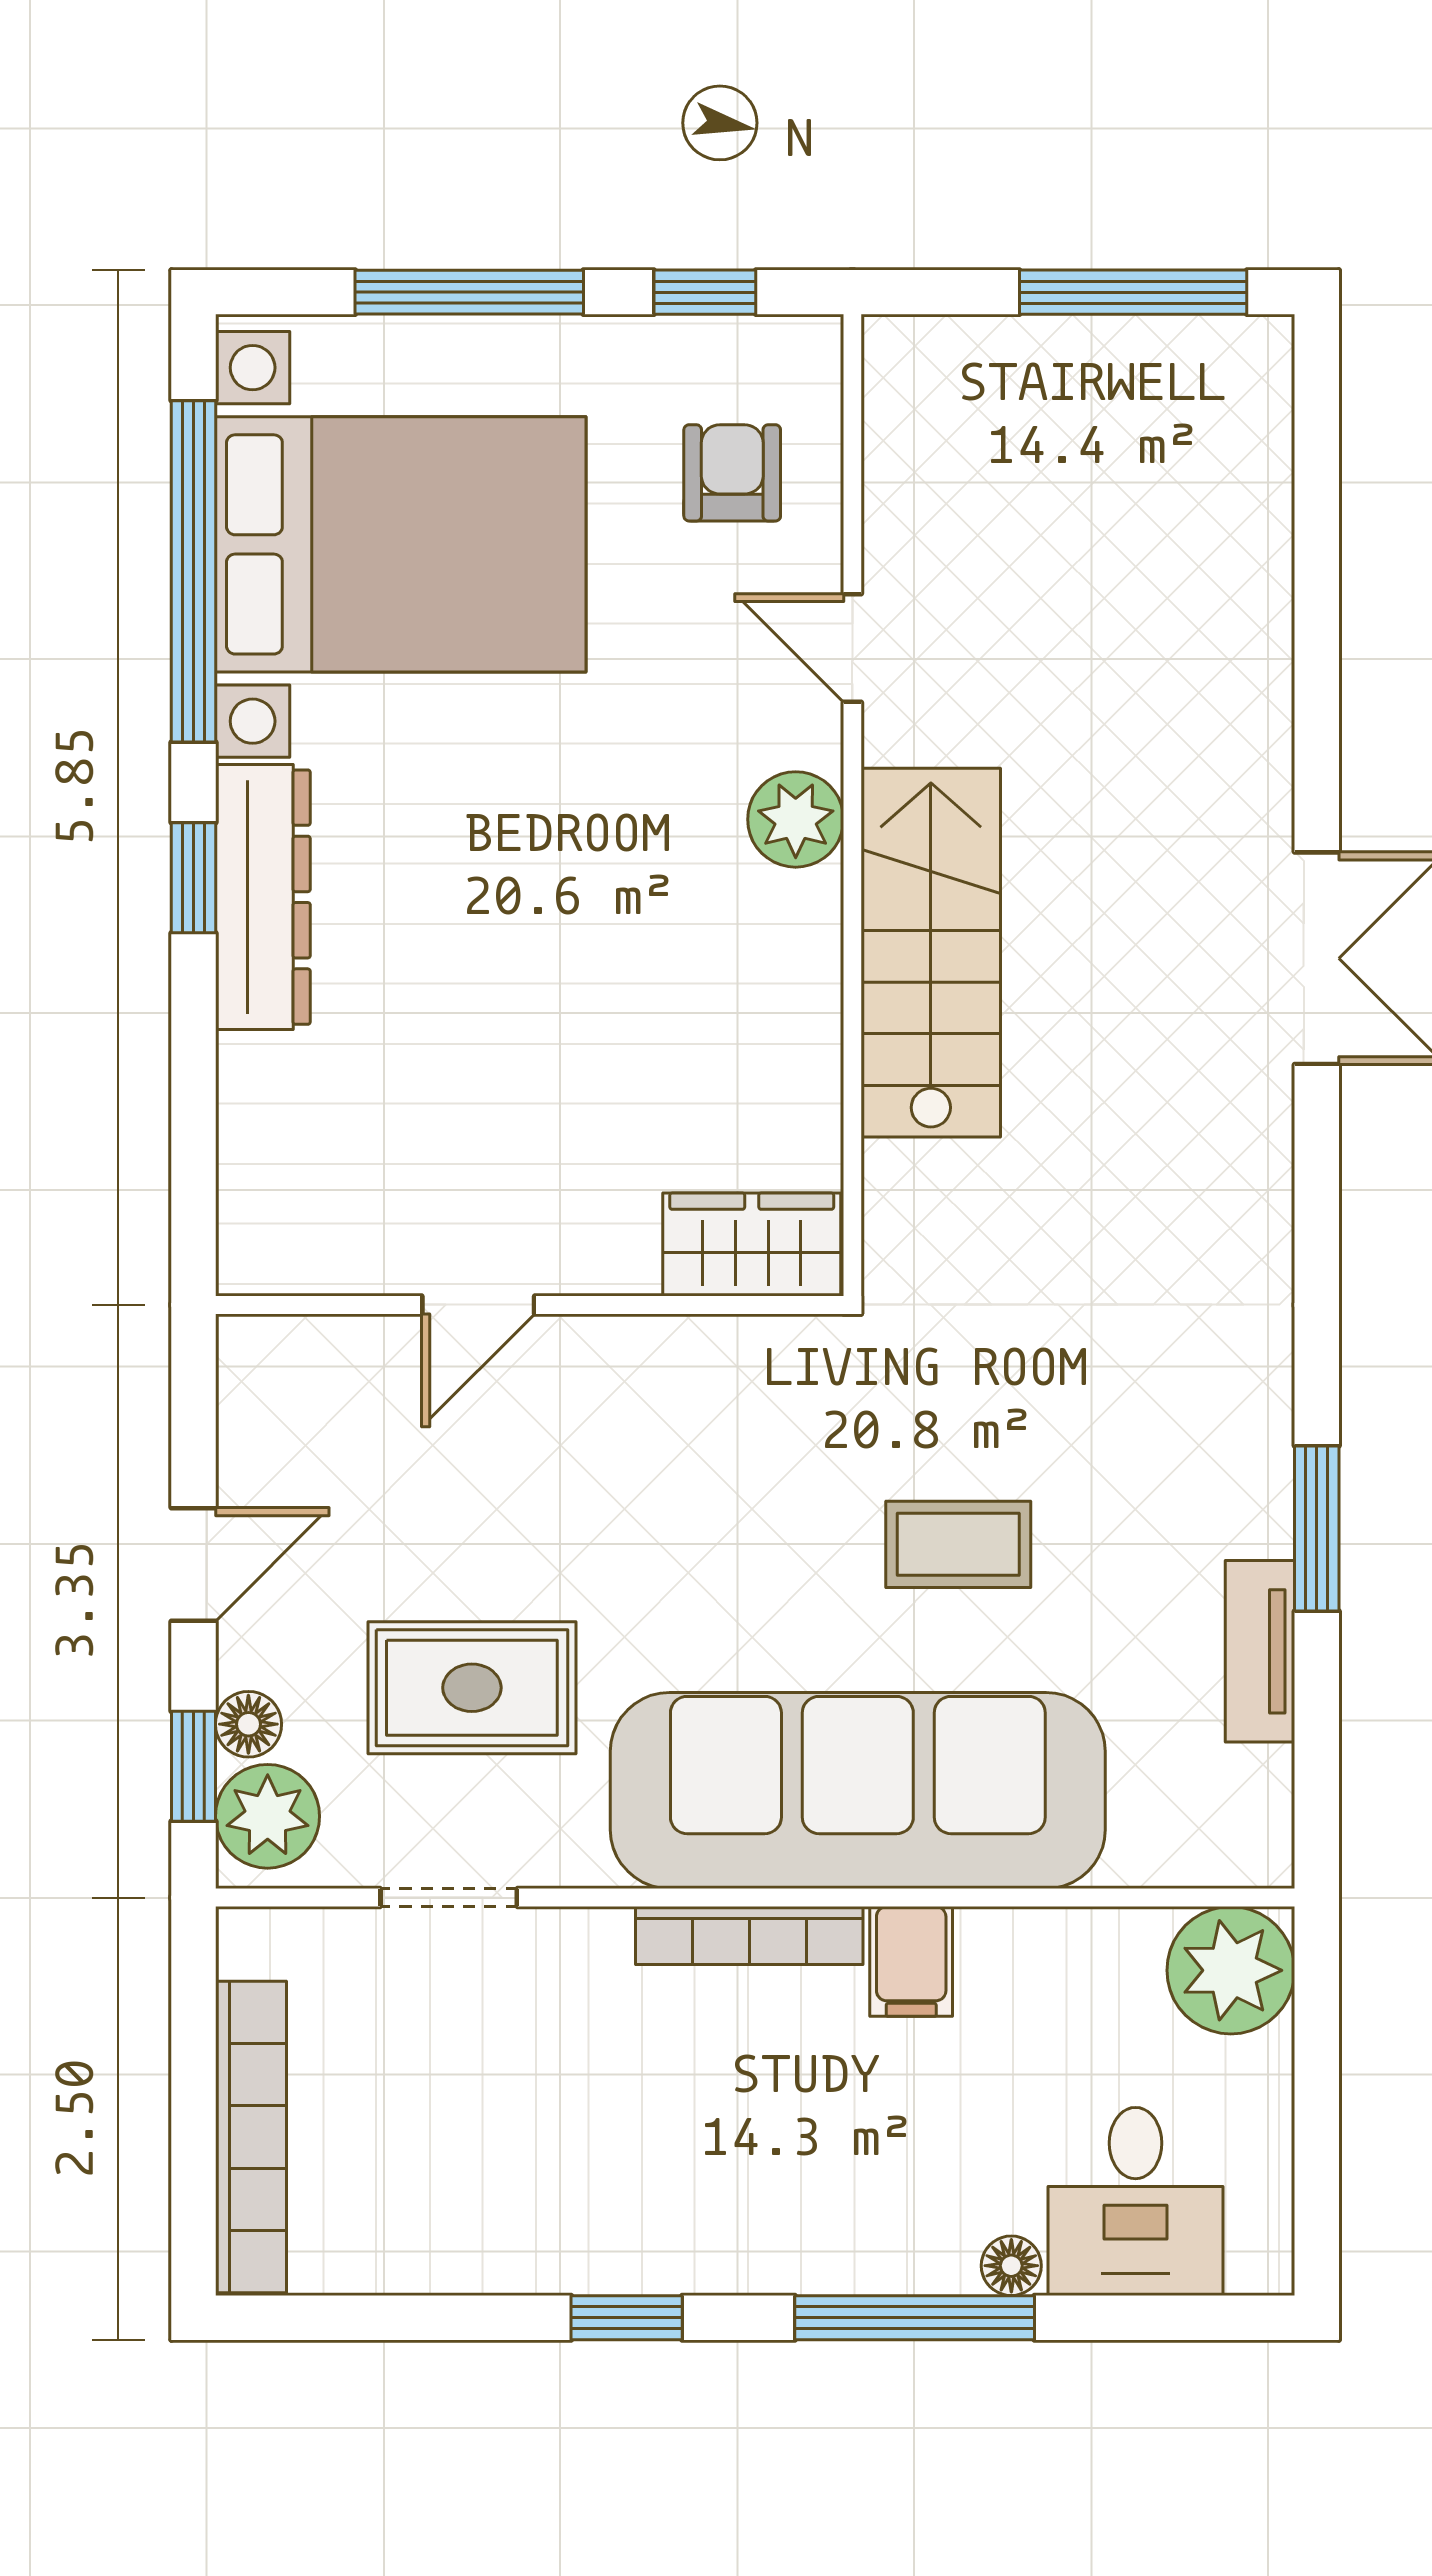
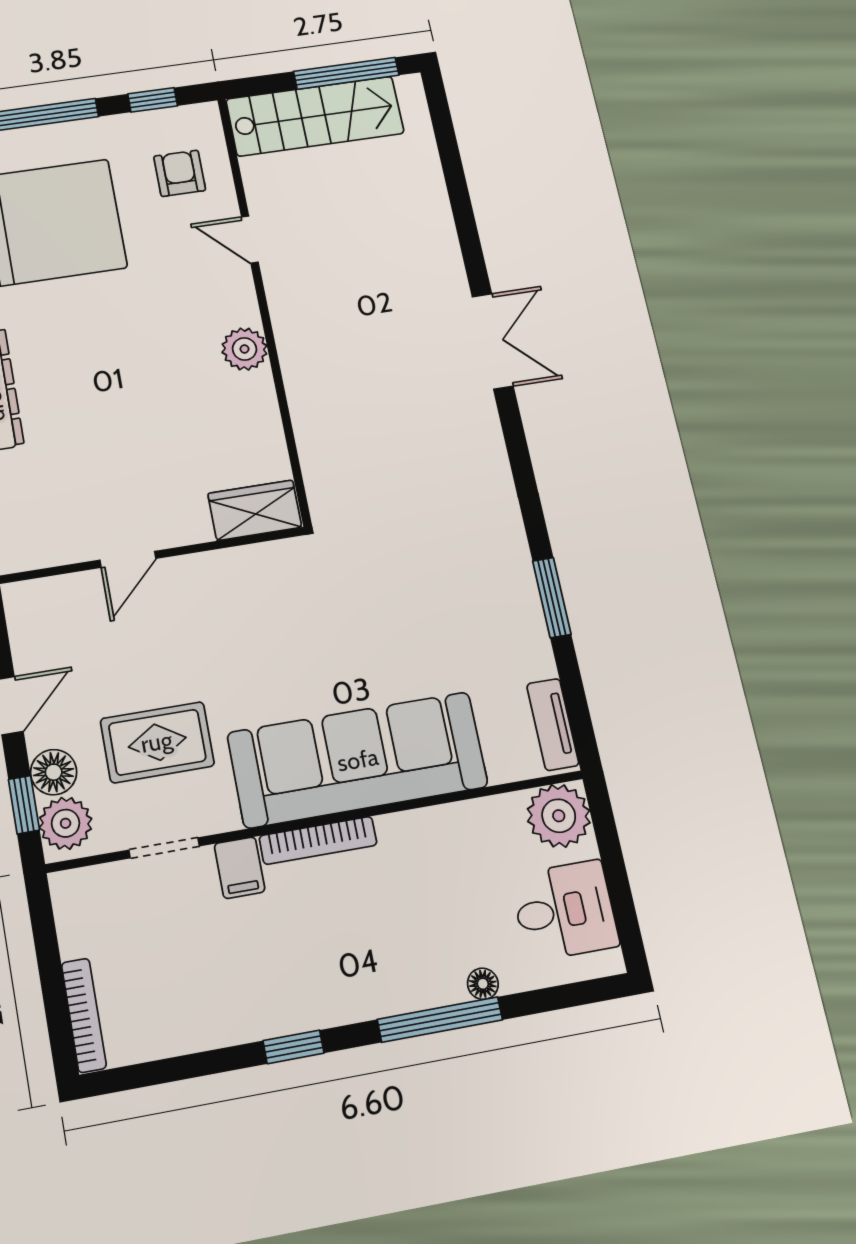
plant: (796, 819) -> (244, 349), moved
stairs: (931, 953) -> (315, 116), moved, turned 90
coffee table: (958, 1544) -> (382, 633), removed
tv unit: (1260, 1651) -> (553, 725), moved
floor lamp: (248, 1724) -> (54, 772), width x1.37, depth x1.37
filing cabinet: (911, 1961) -> (240, 868), moved
bookcase: (251, 2137) -> (84, 1015), width x0.68, depth x0.76
desk: (1136, 2201) -> (565, 910), moved, turned -90

